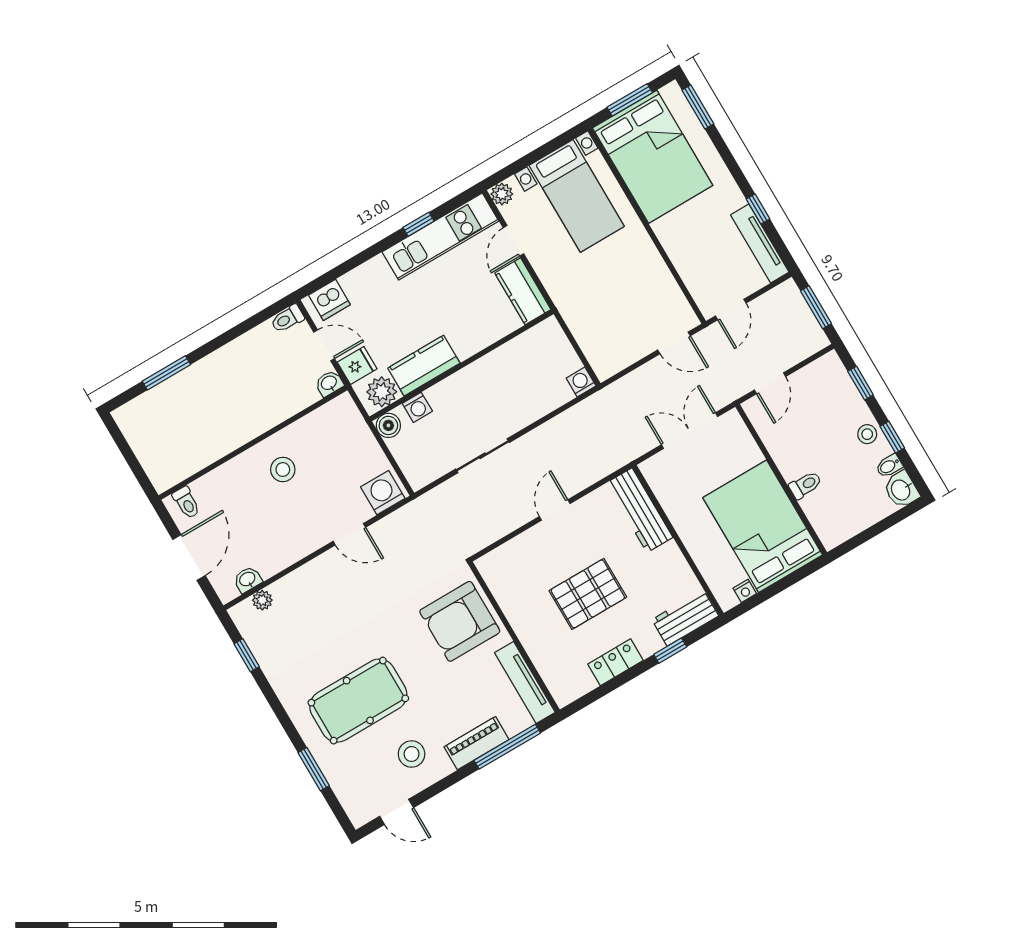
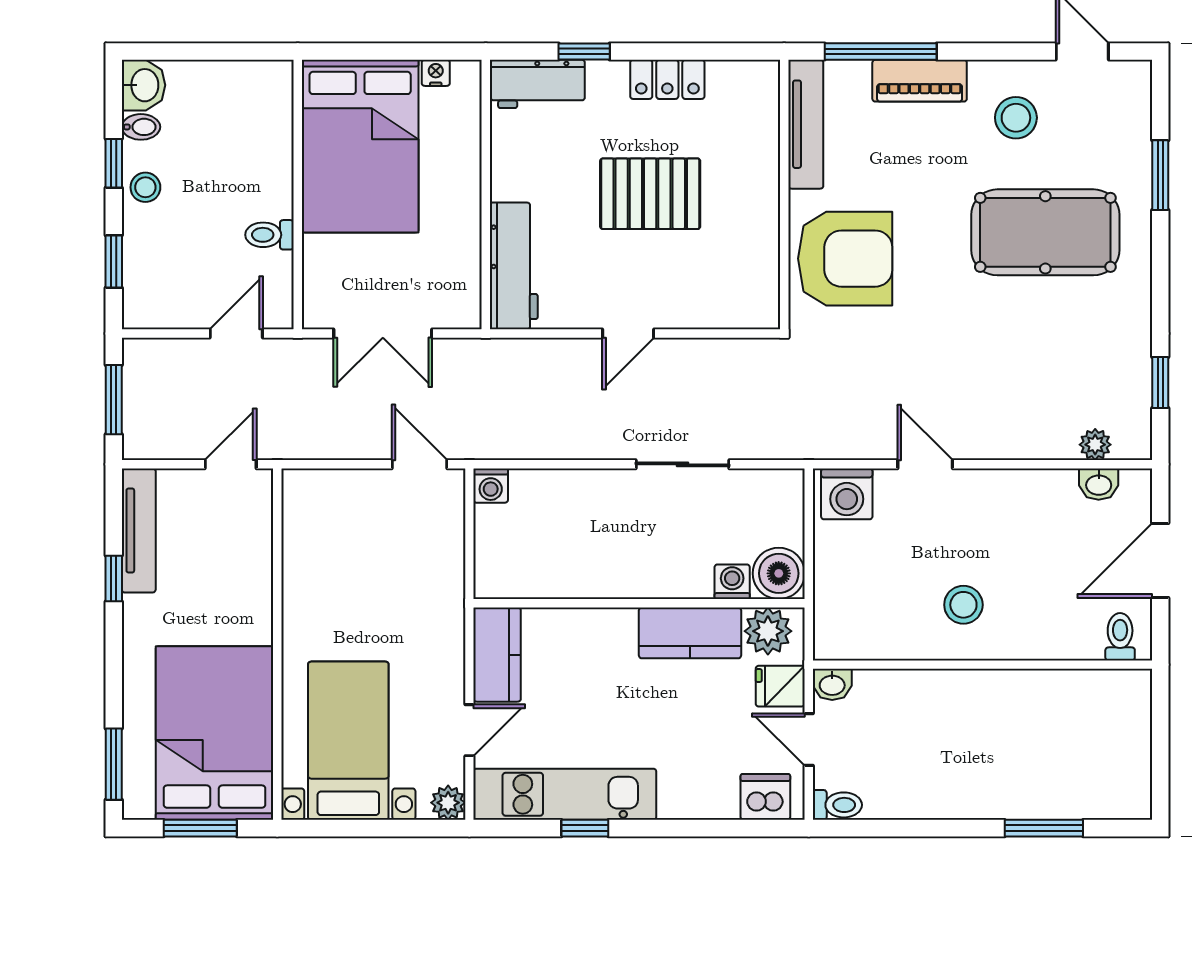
door: (674, 343) -> (419, 464), moved
boiler: (388, 425) -> (779, 573), width x1.36, depth x1.36
toilet: (805, 485) -> (269, 235), moved

